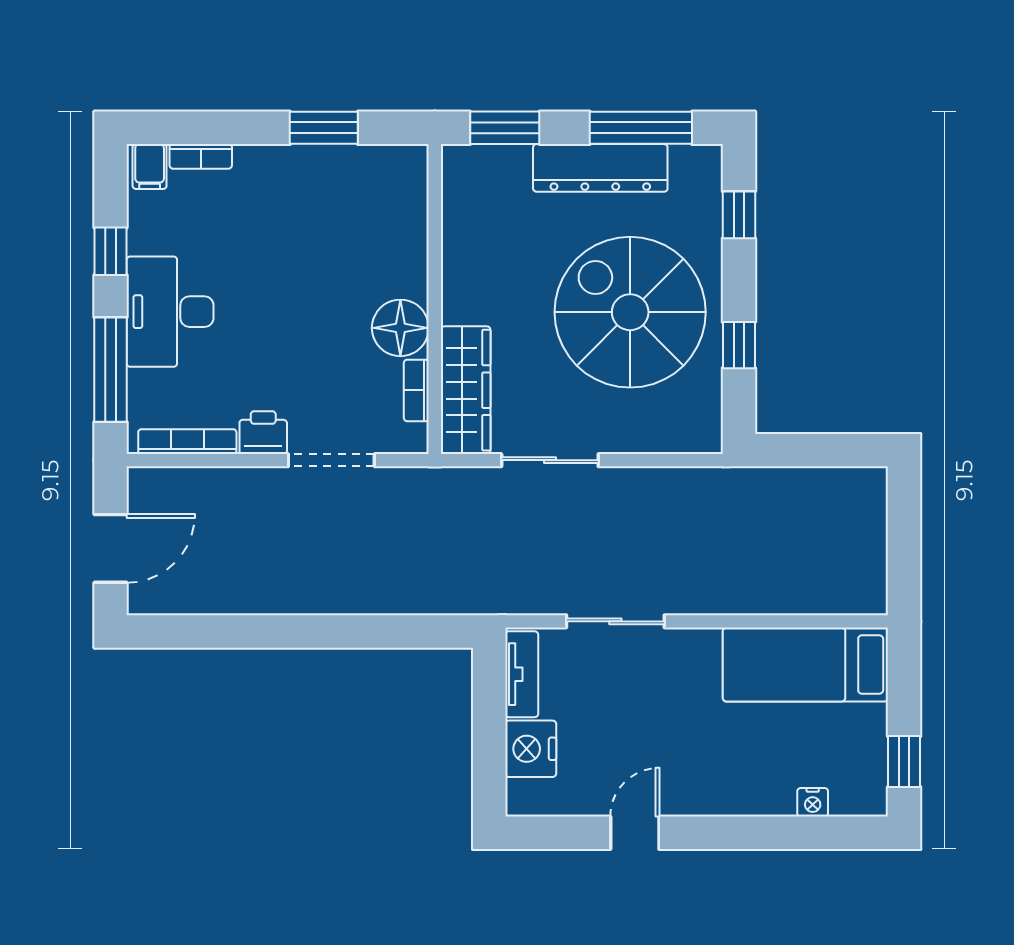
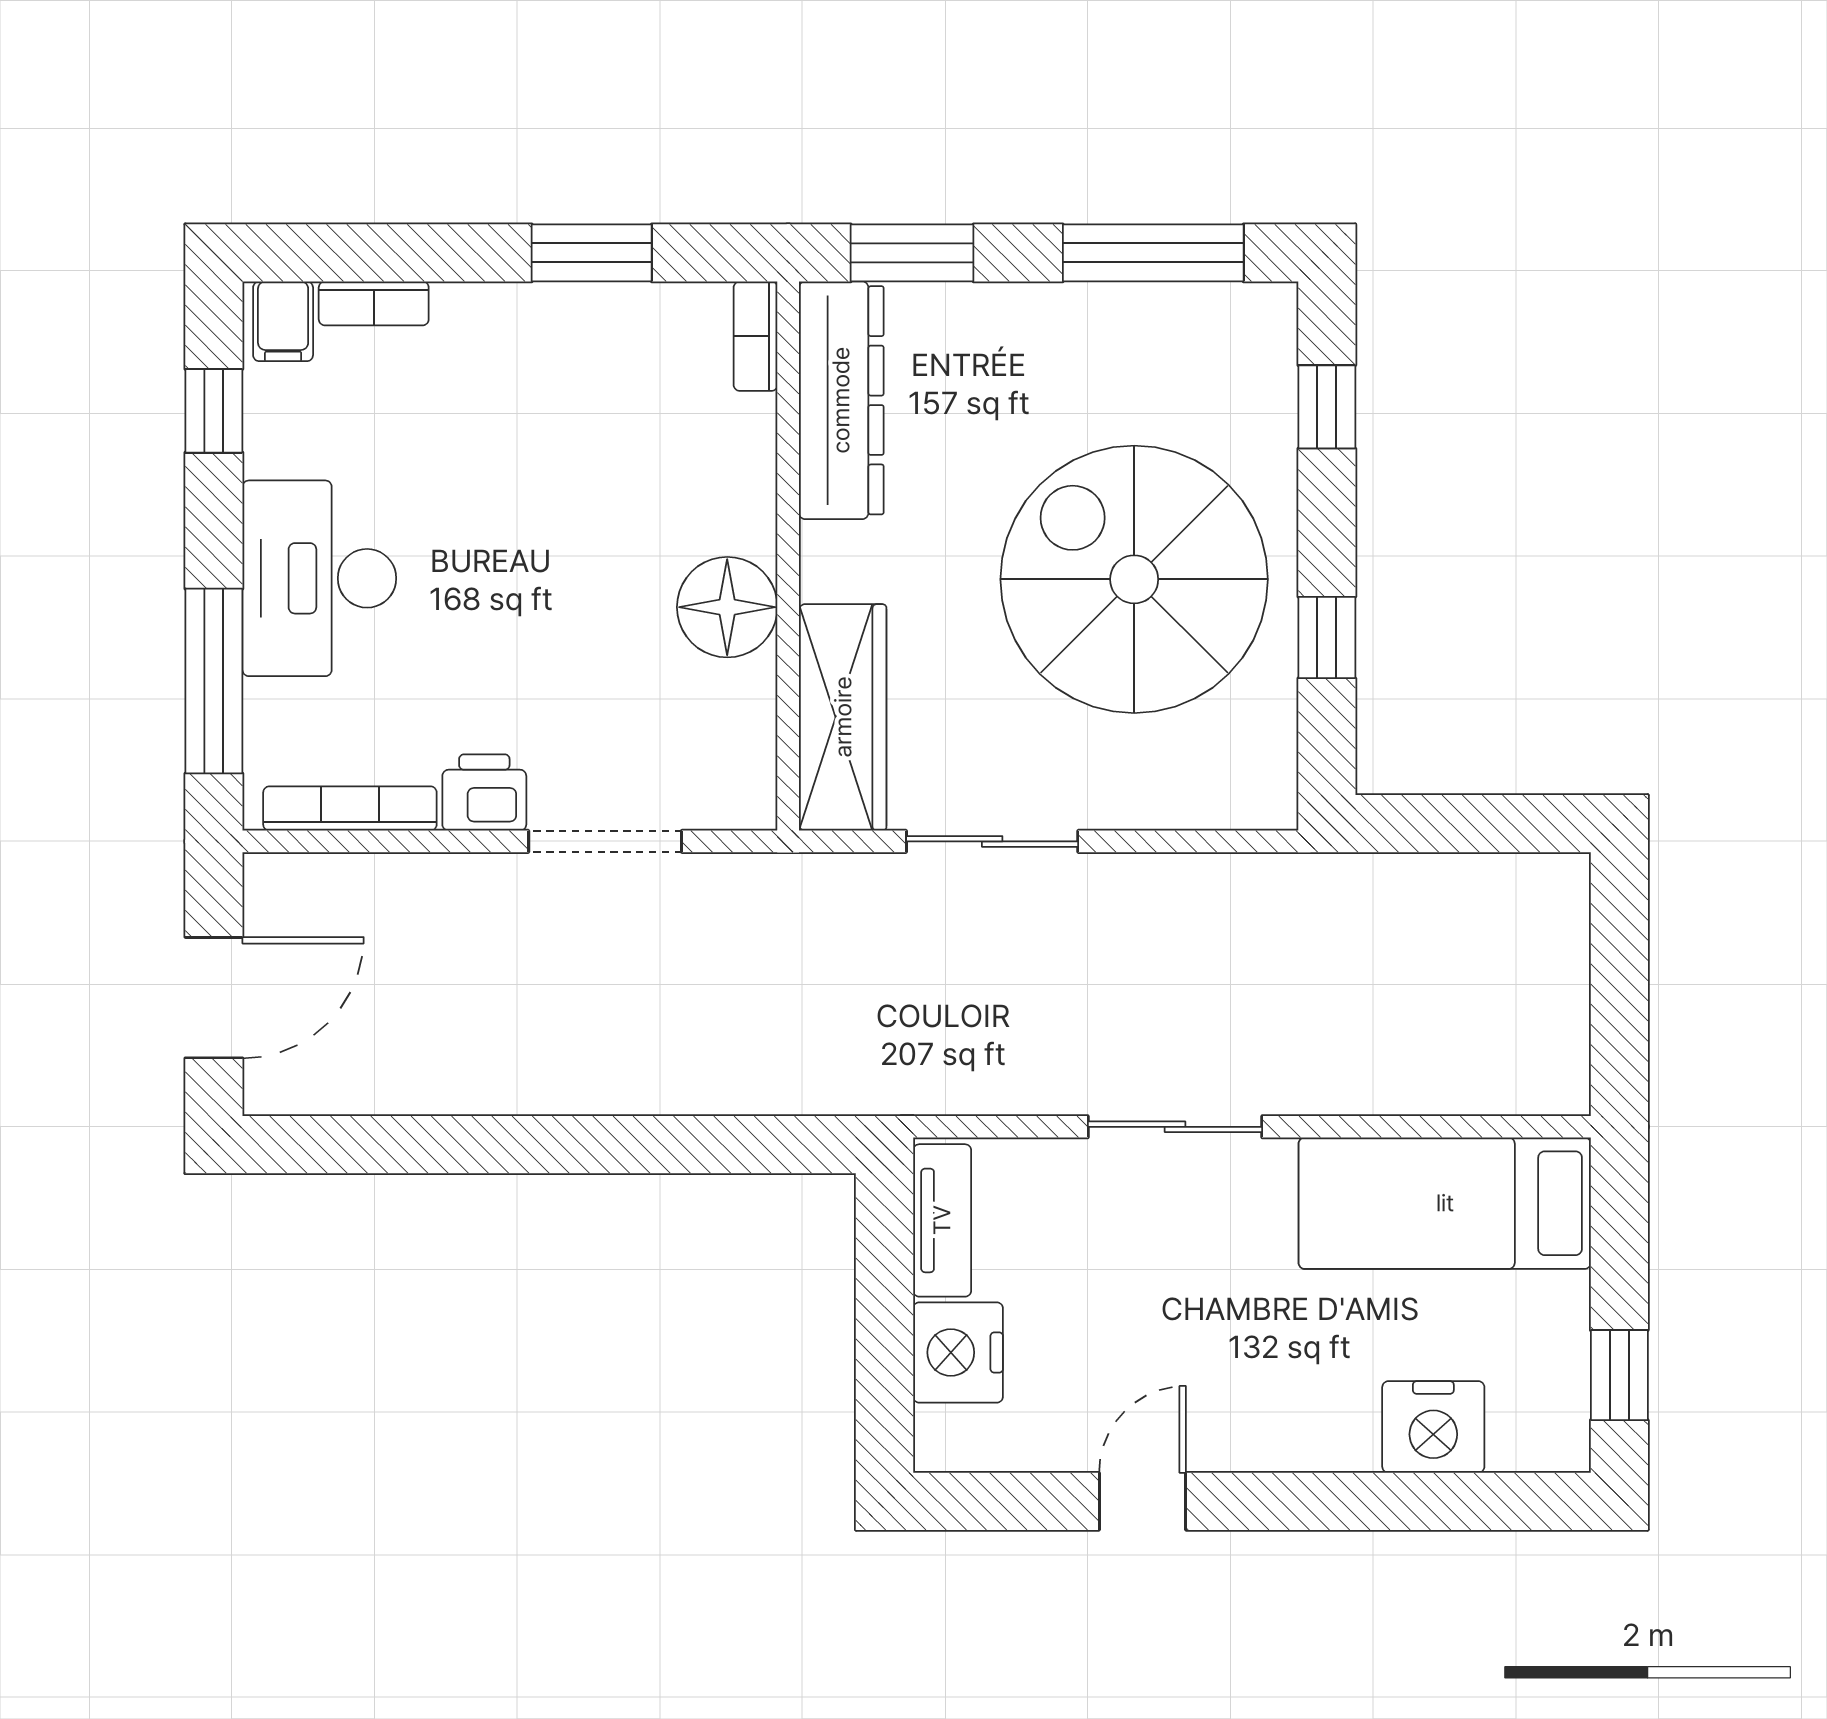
dresser: (600, 168) -> (841, 400), moved, turned -90
window: (110, 251) -> (214, 411), moved
bookcase: (416, 390) -> (756, 336), moved
sliding door: (615, 621) -> (1175, 1127), moved
nightstand: (813, 802) -> (1433, 1427), width x1.89, depth x1.79

